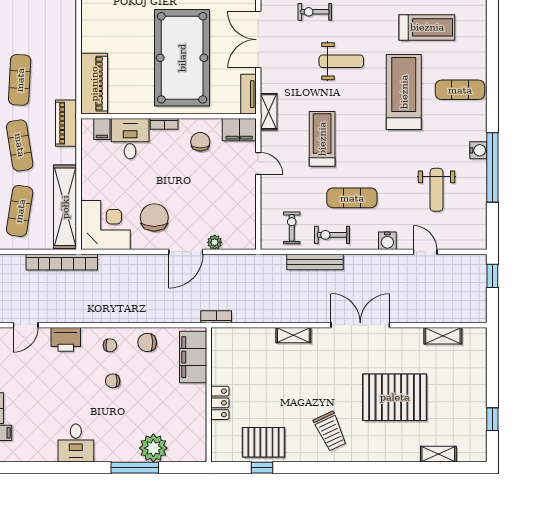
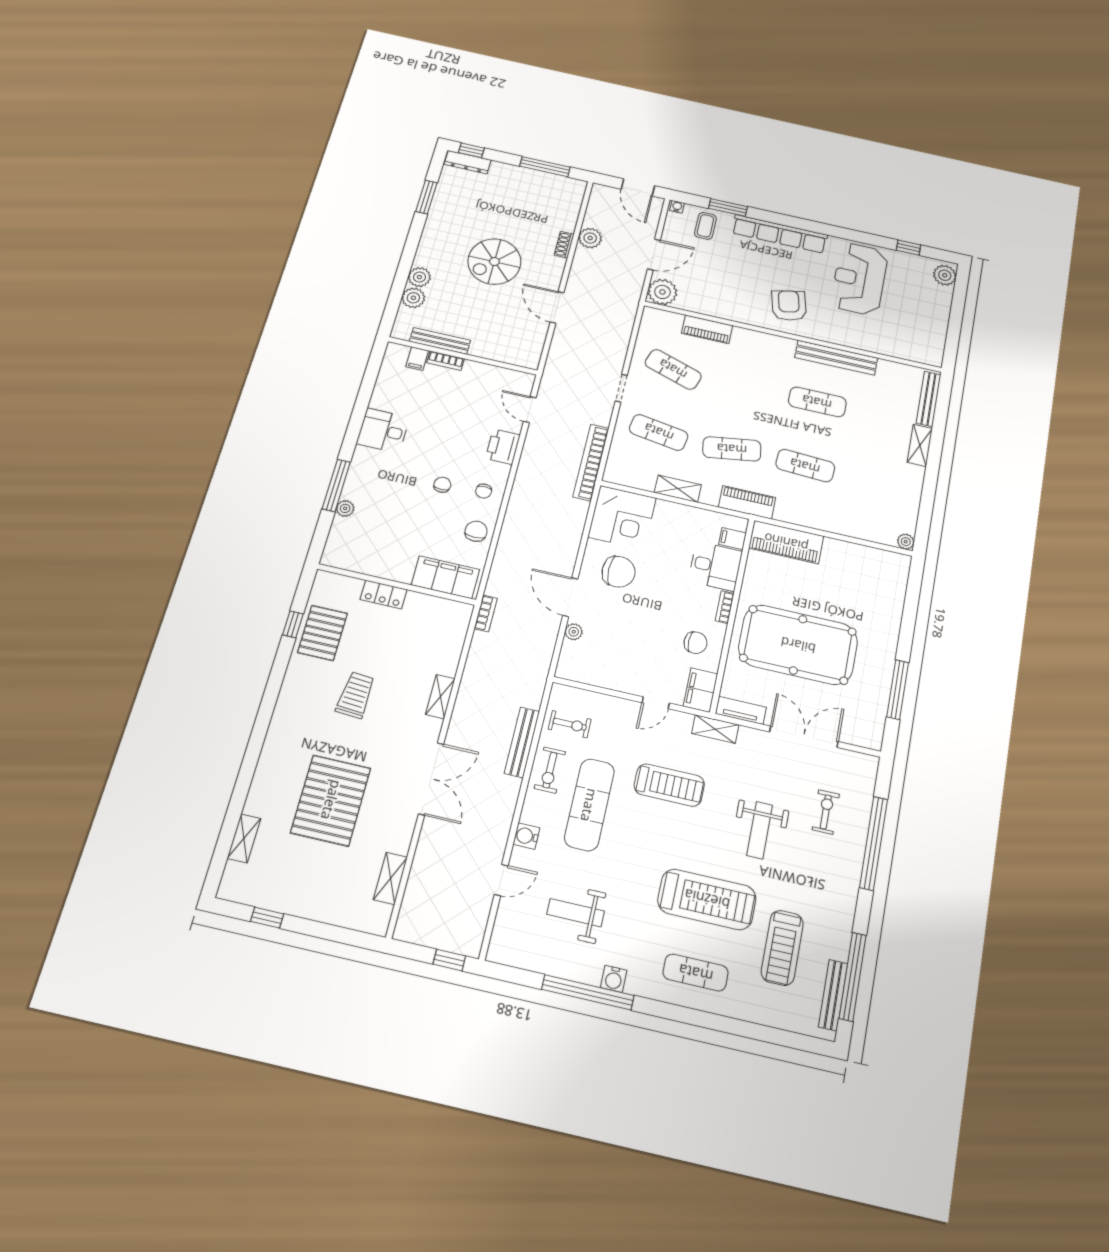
exercise mat: (460, 90) -> (696, 973), turned 90
exercise mat: (352, 198) -> (589, 805), width x1.36, depth x1.45
shelving: (65, 207) -> (678, 489), width x0.45, depth x0.75
exercise bike: (332, 235) -> (550, 770), turned 180
trolley: (330, 431) -> (355, 695), moved, turned 119
plant: (153, 448) -> (345, 508), width x0.53, depth x0.53

